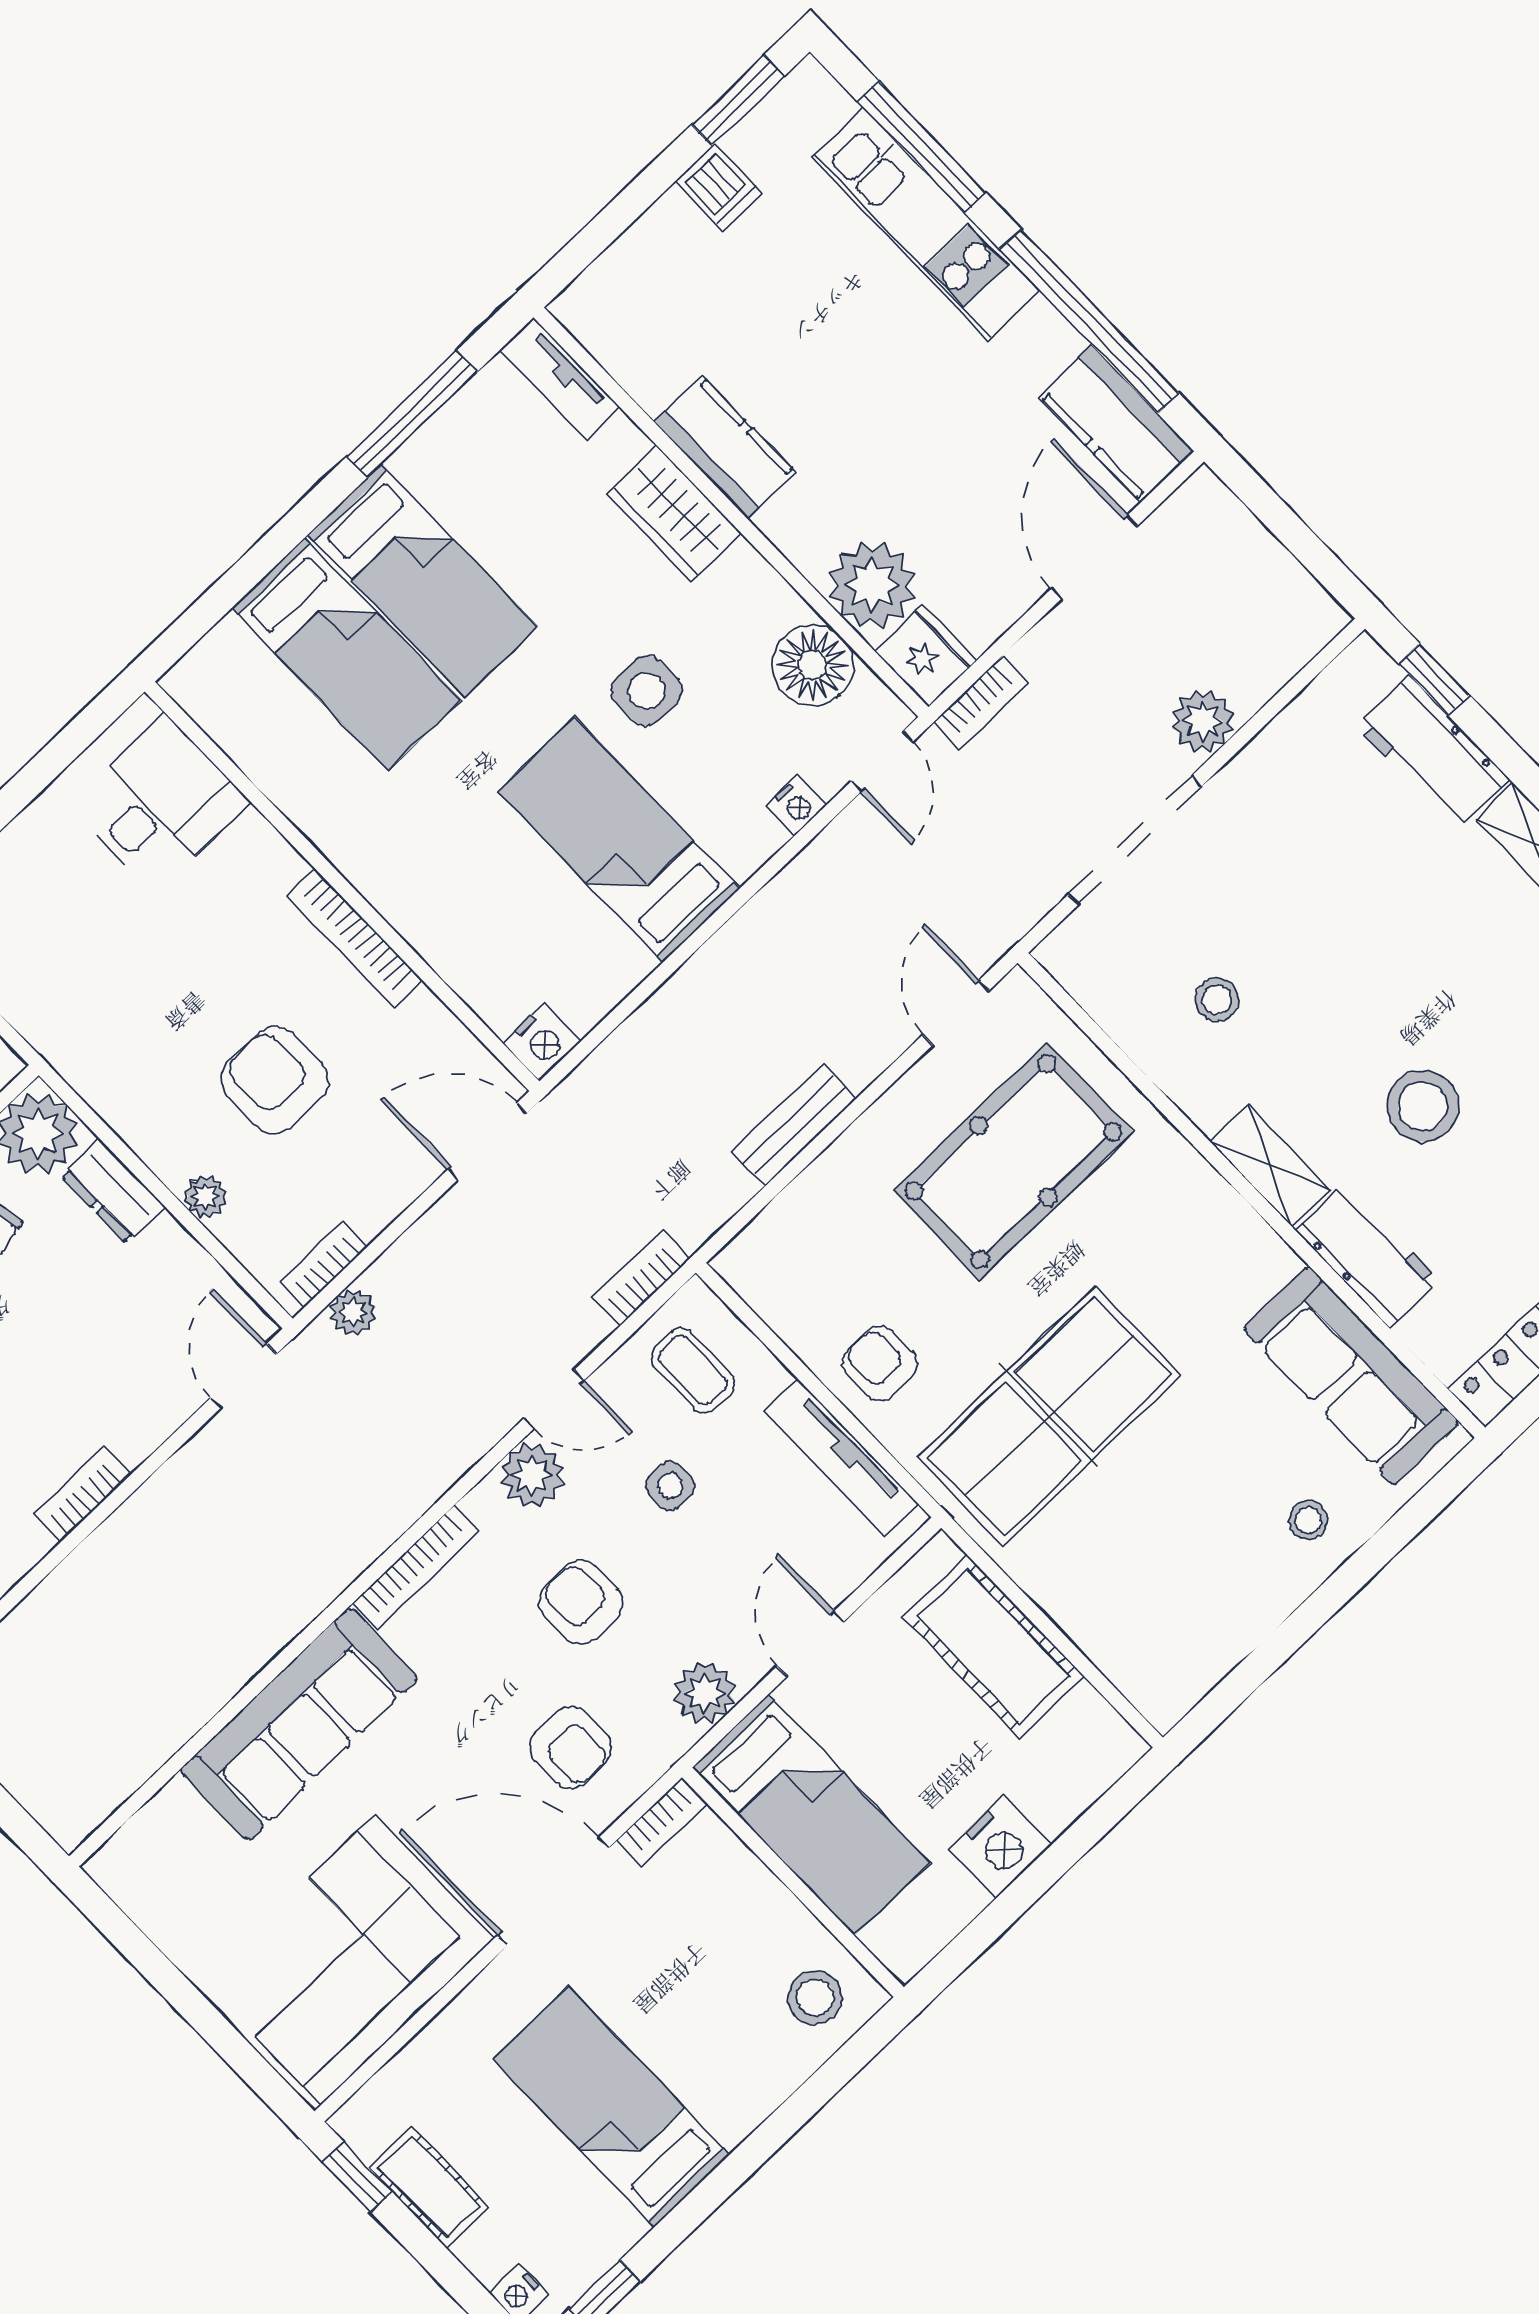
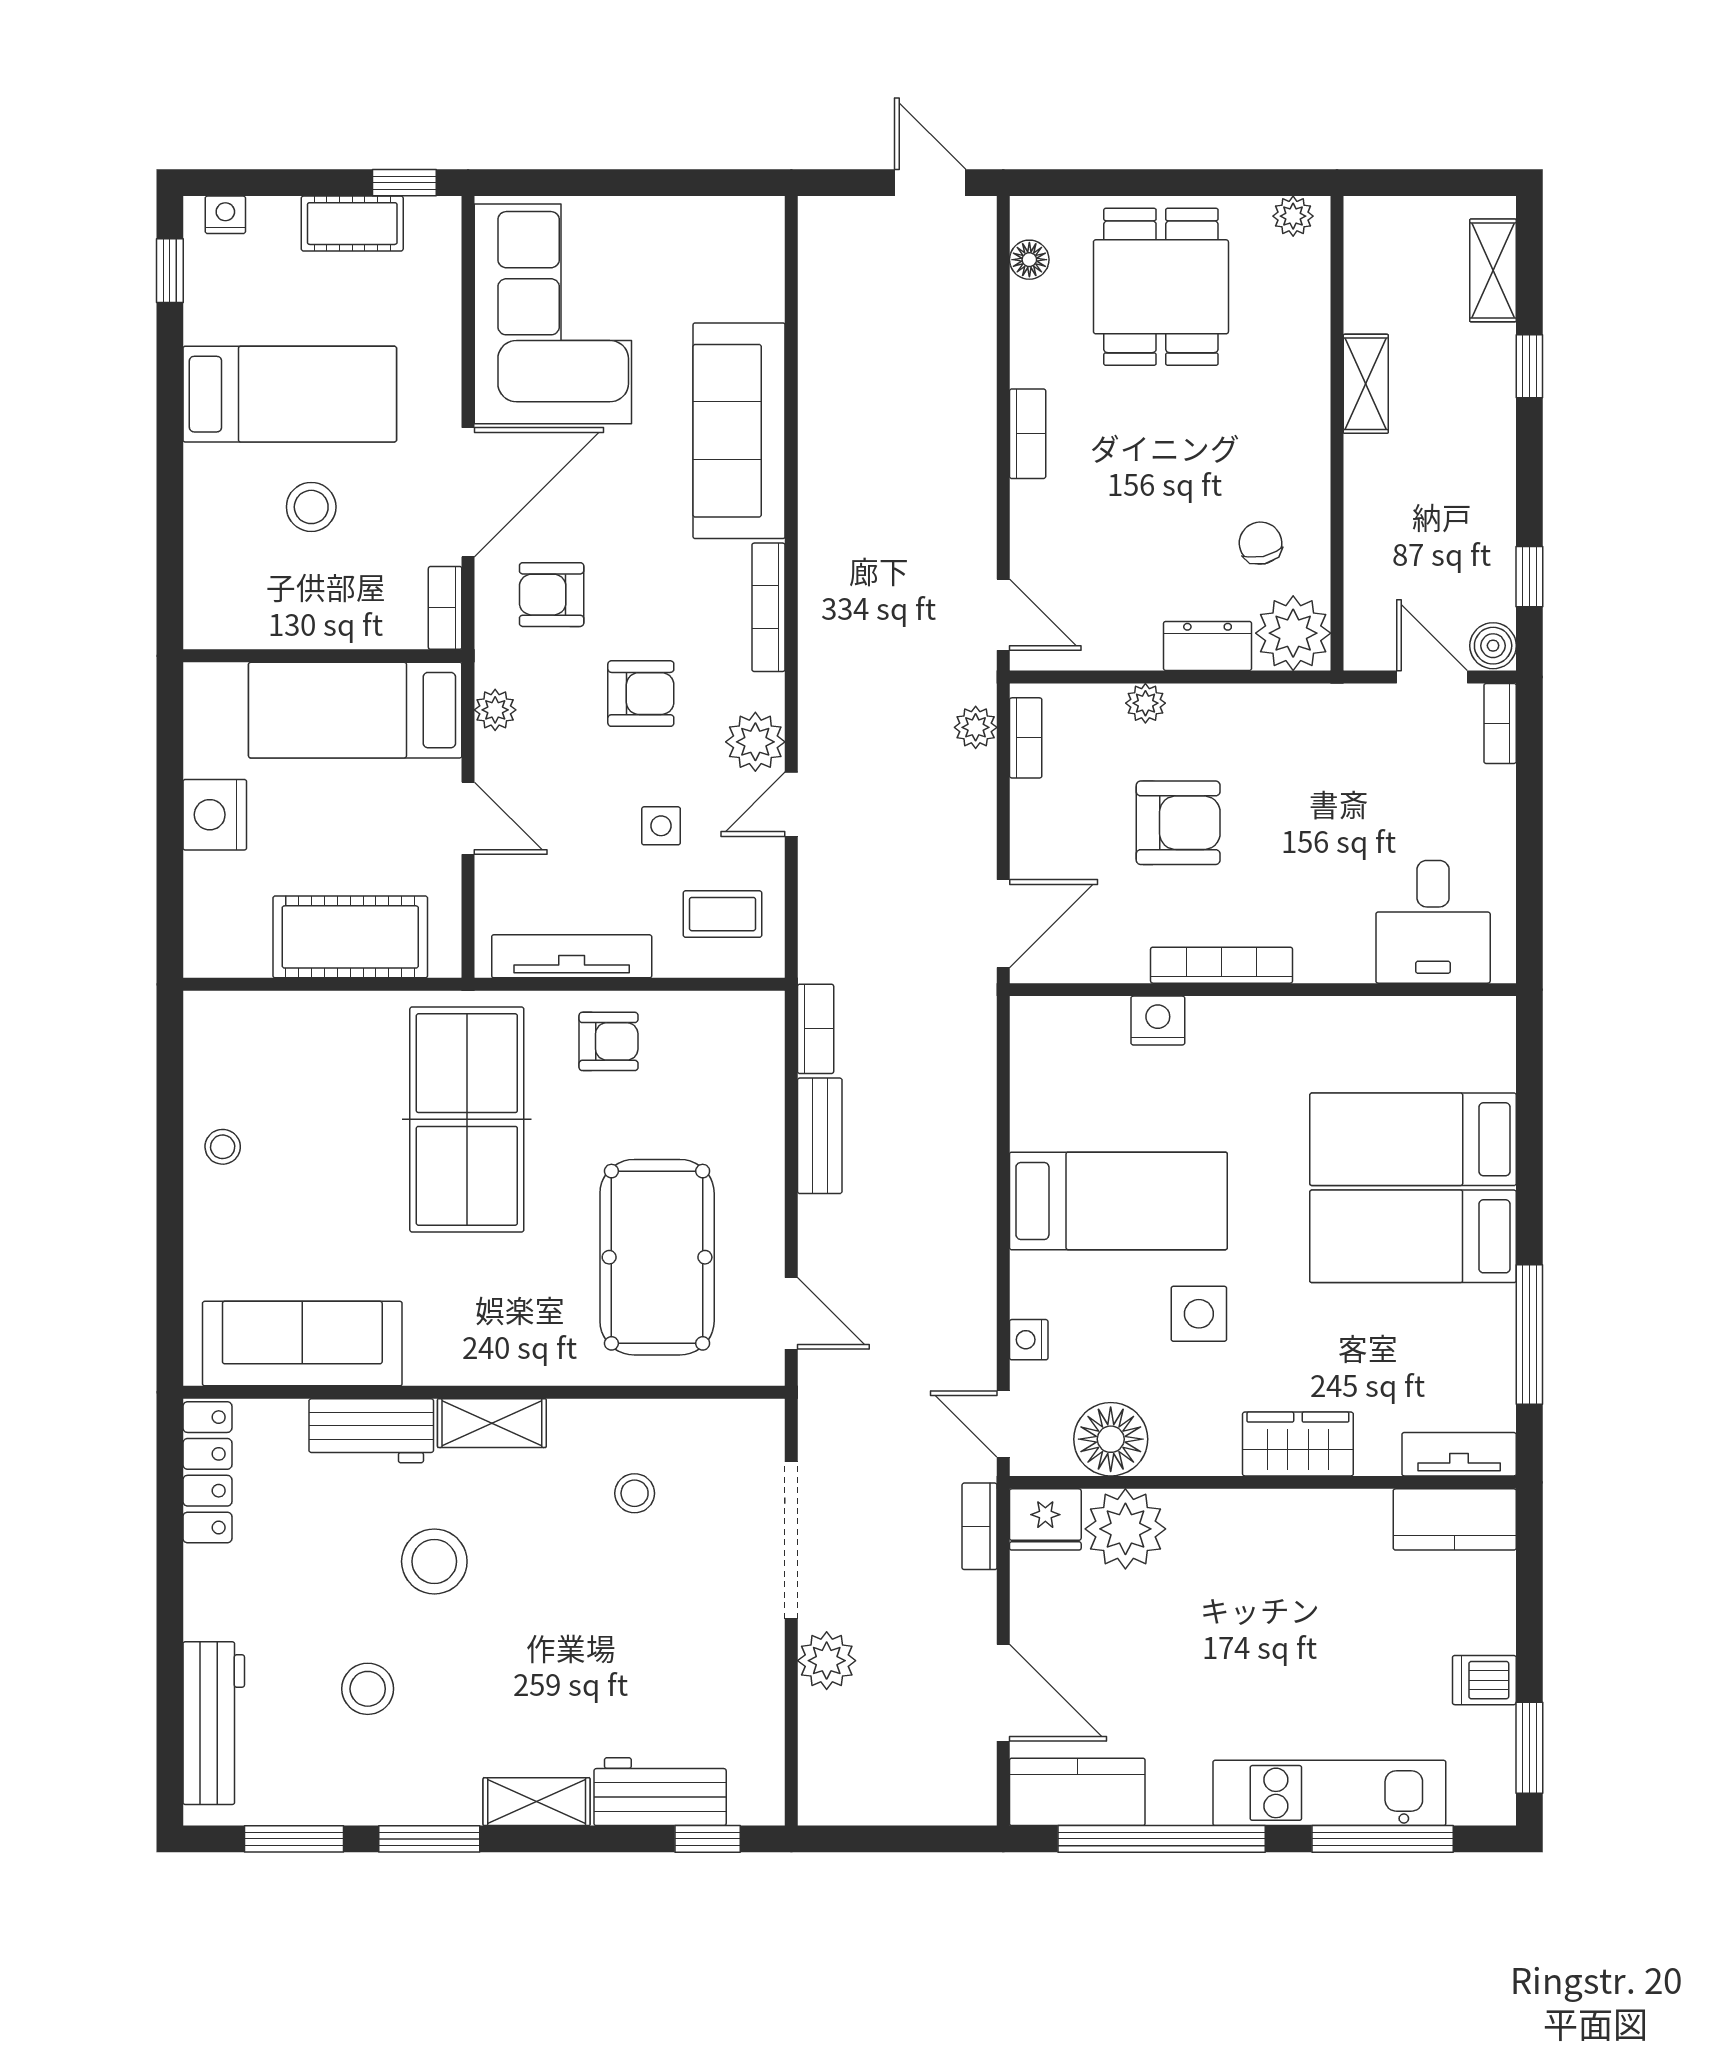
kitchen counter: (725, 447) -> (1455, 1519), moved
nightstand: (542, 1042) -> (1158, 1021), moved, turned 90
bookcase: (641, 1278) -> (816, 1029), moved
stool: (1308, 1520) -> (223, 1147), moved
plant: (705, 1693) -> (495, 710), width x0.73, depth x0.73
stool: (815, 1997) -> (311, 507), moved

